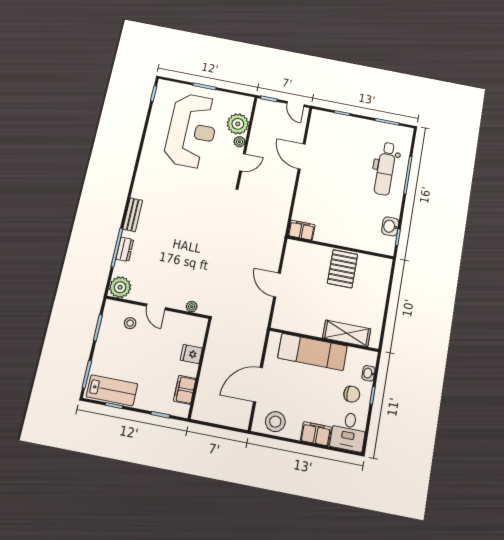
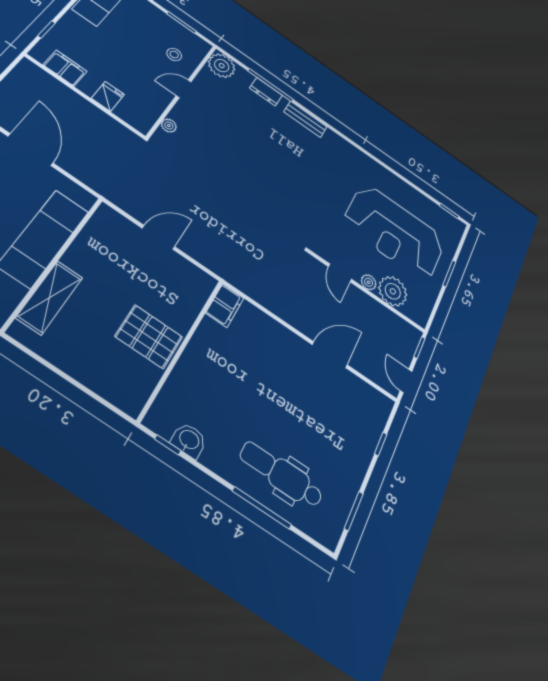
door: (296, 104) -> (406, 381), hinge flipped

